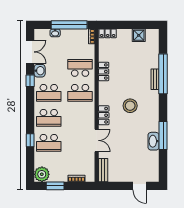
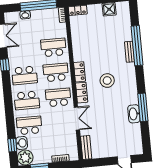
washbasin: (40, 71) -> (22, 143), moved
locker: (104, 71) -> (80, 72), moved
school desk: (80, 93) -> (56, 72), turned 180
school desk: (80, 118) -> (58, 97), added
window: (30, 140) -> (12, 145), moved
school desk: (49, 143) -> (29, 125), turned 180

